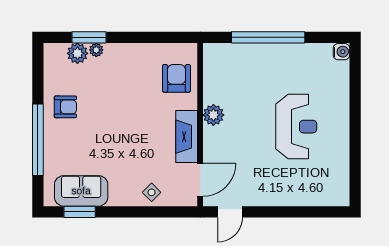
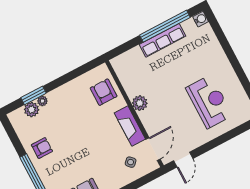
window: (268, 37) -> (165, 26), moved
row of seats: (281, 53) -> (162, 40), added
reception desk: (296, 127) -> (209, 102), moved
side table: (152, 192) -> (131, 162), moved

